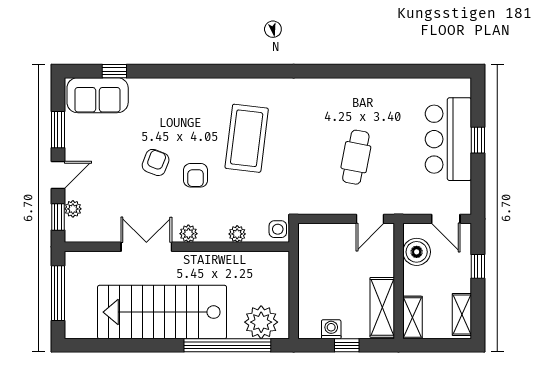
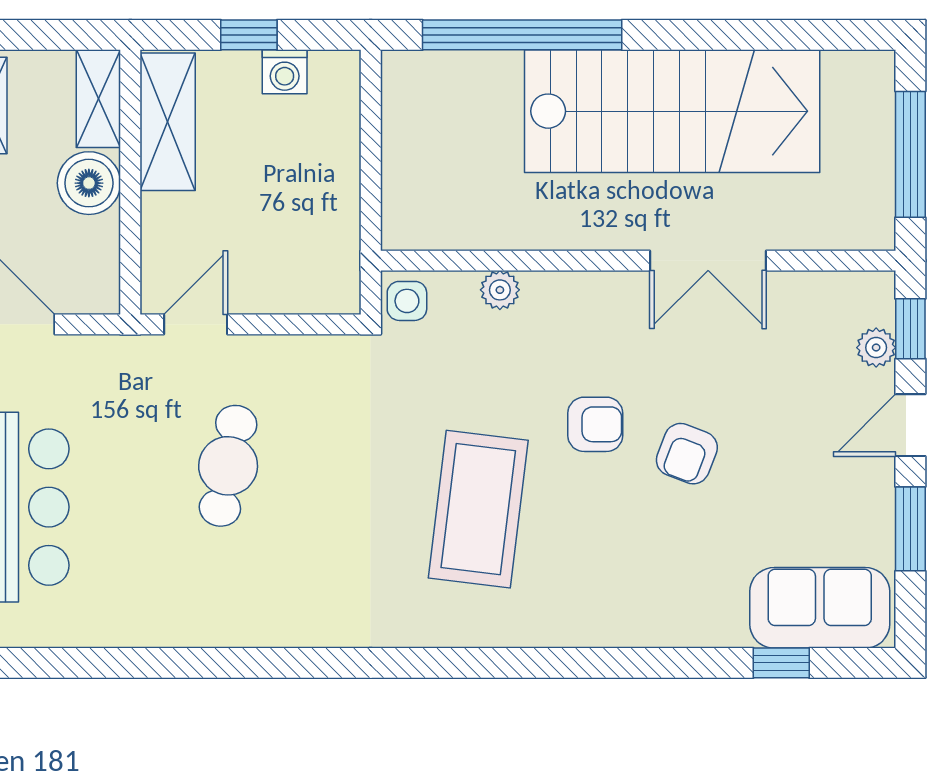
armchair: (196, 175) -> (595, 424), turned 90
plant: (188, 234) -> (611, 291), removed
boiler: (417, 252) -> (89, 183), moved
plant: (261, 322) -> (445, 88), removed

